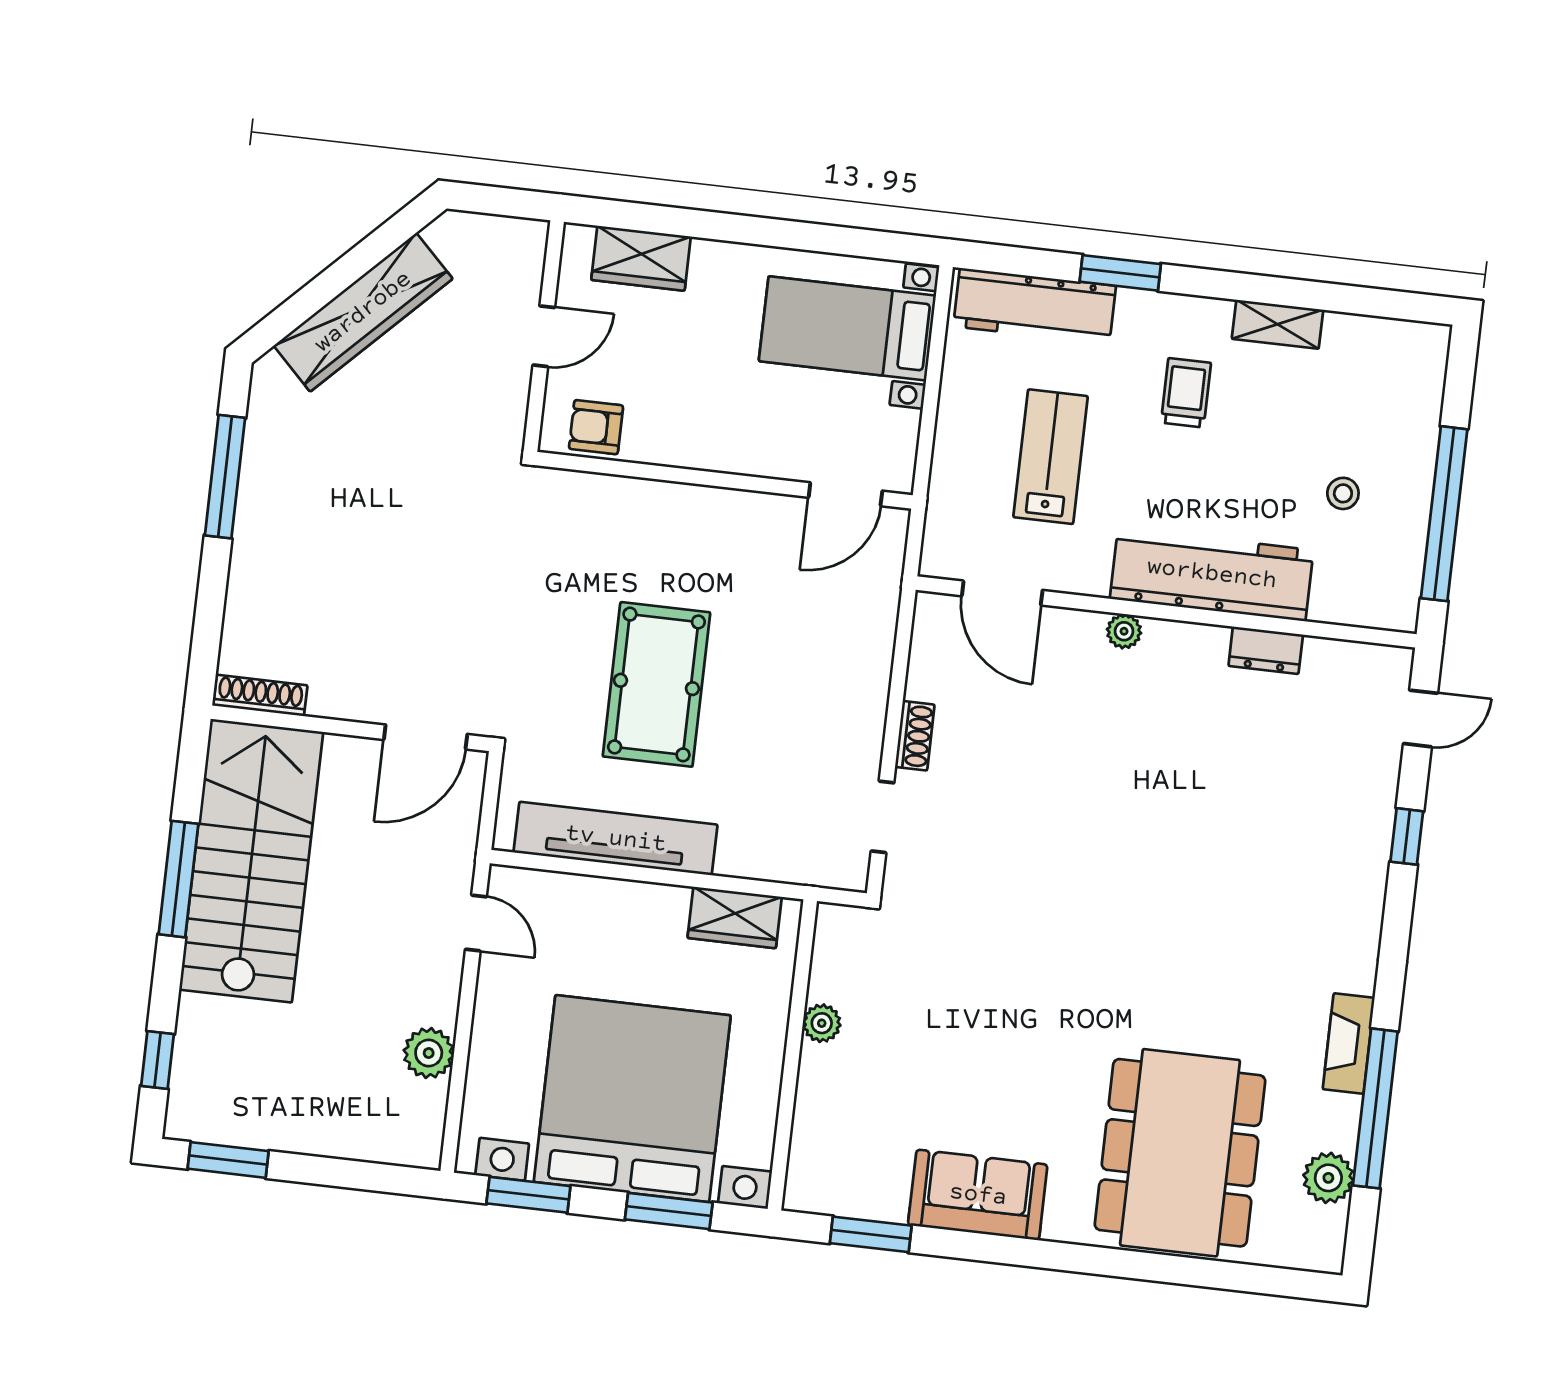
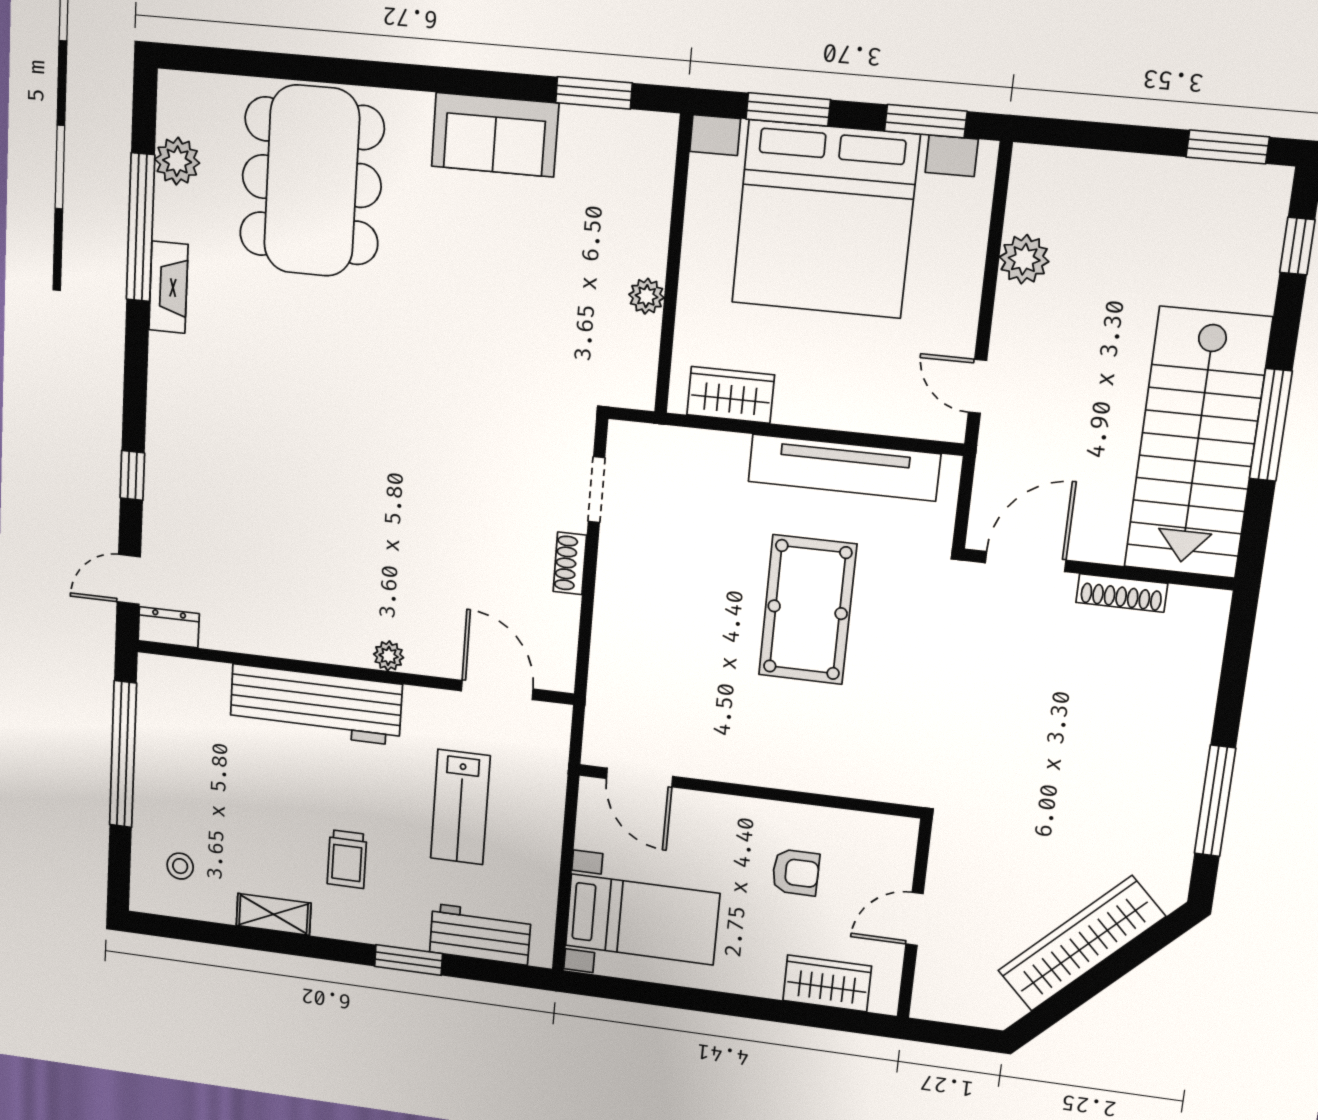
workbench: (1035, 306) -> (480, 934), width x0.73
armchair: (596, 427) -> (796, 872), moved
stool: (1343, 493) -> (180, 866), moved
door: (845, 494) -> (639, 777), swing flipped
dresser: (1266, 650) -> (169, 627), moved
shoe rack: (260, 695) -> (1122, 593), moved

